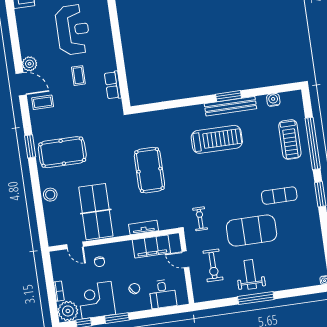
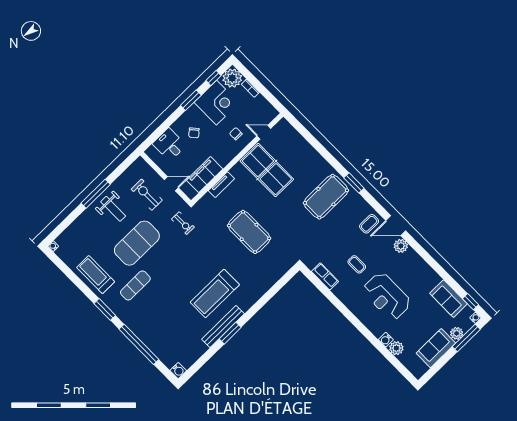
water cooler: (273, 100) -> (178, 371), moved
treadmill: (290, 140) -> (96, 275), moved
stool: (50, 195) -> (311, 157), removed

